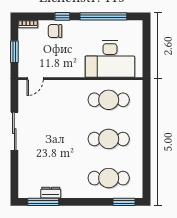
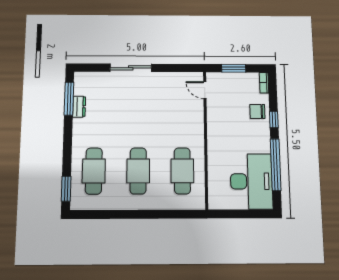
chair: (55, 31) -> (257, 112), turned -90
desk: (110, 59) -> (251, 181), moved, turned 180
sliding door: (14, 131) -> (131, 68), moved

